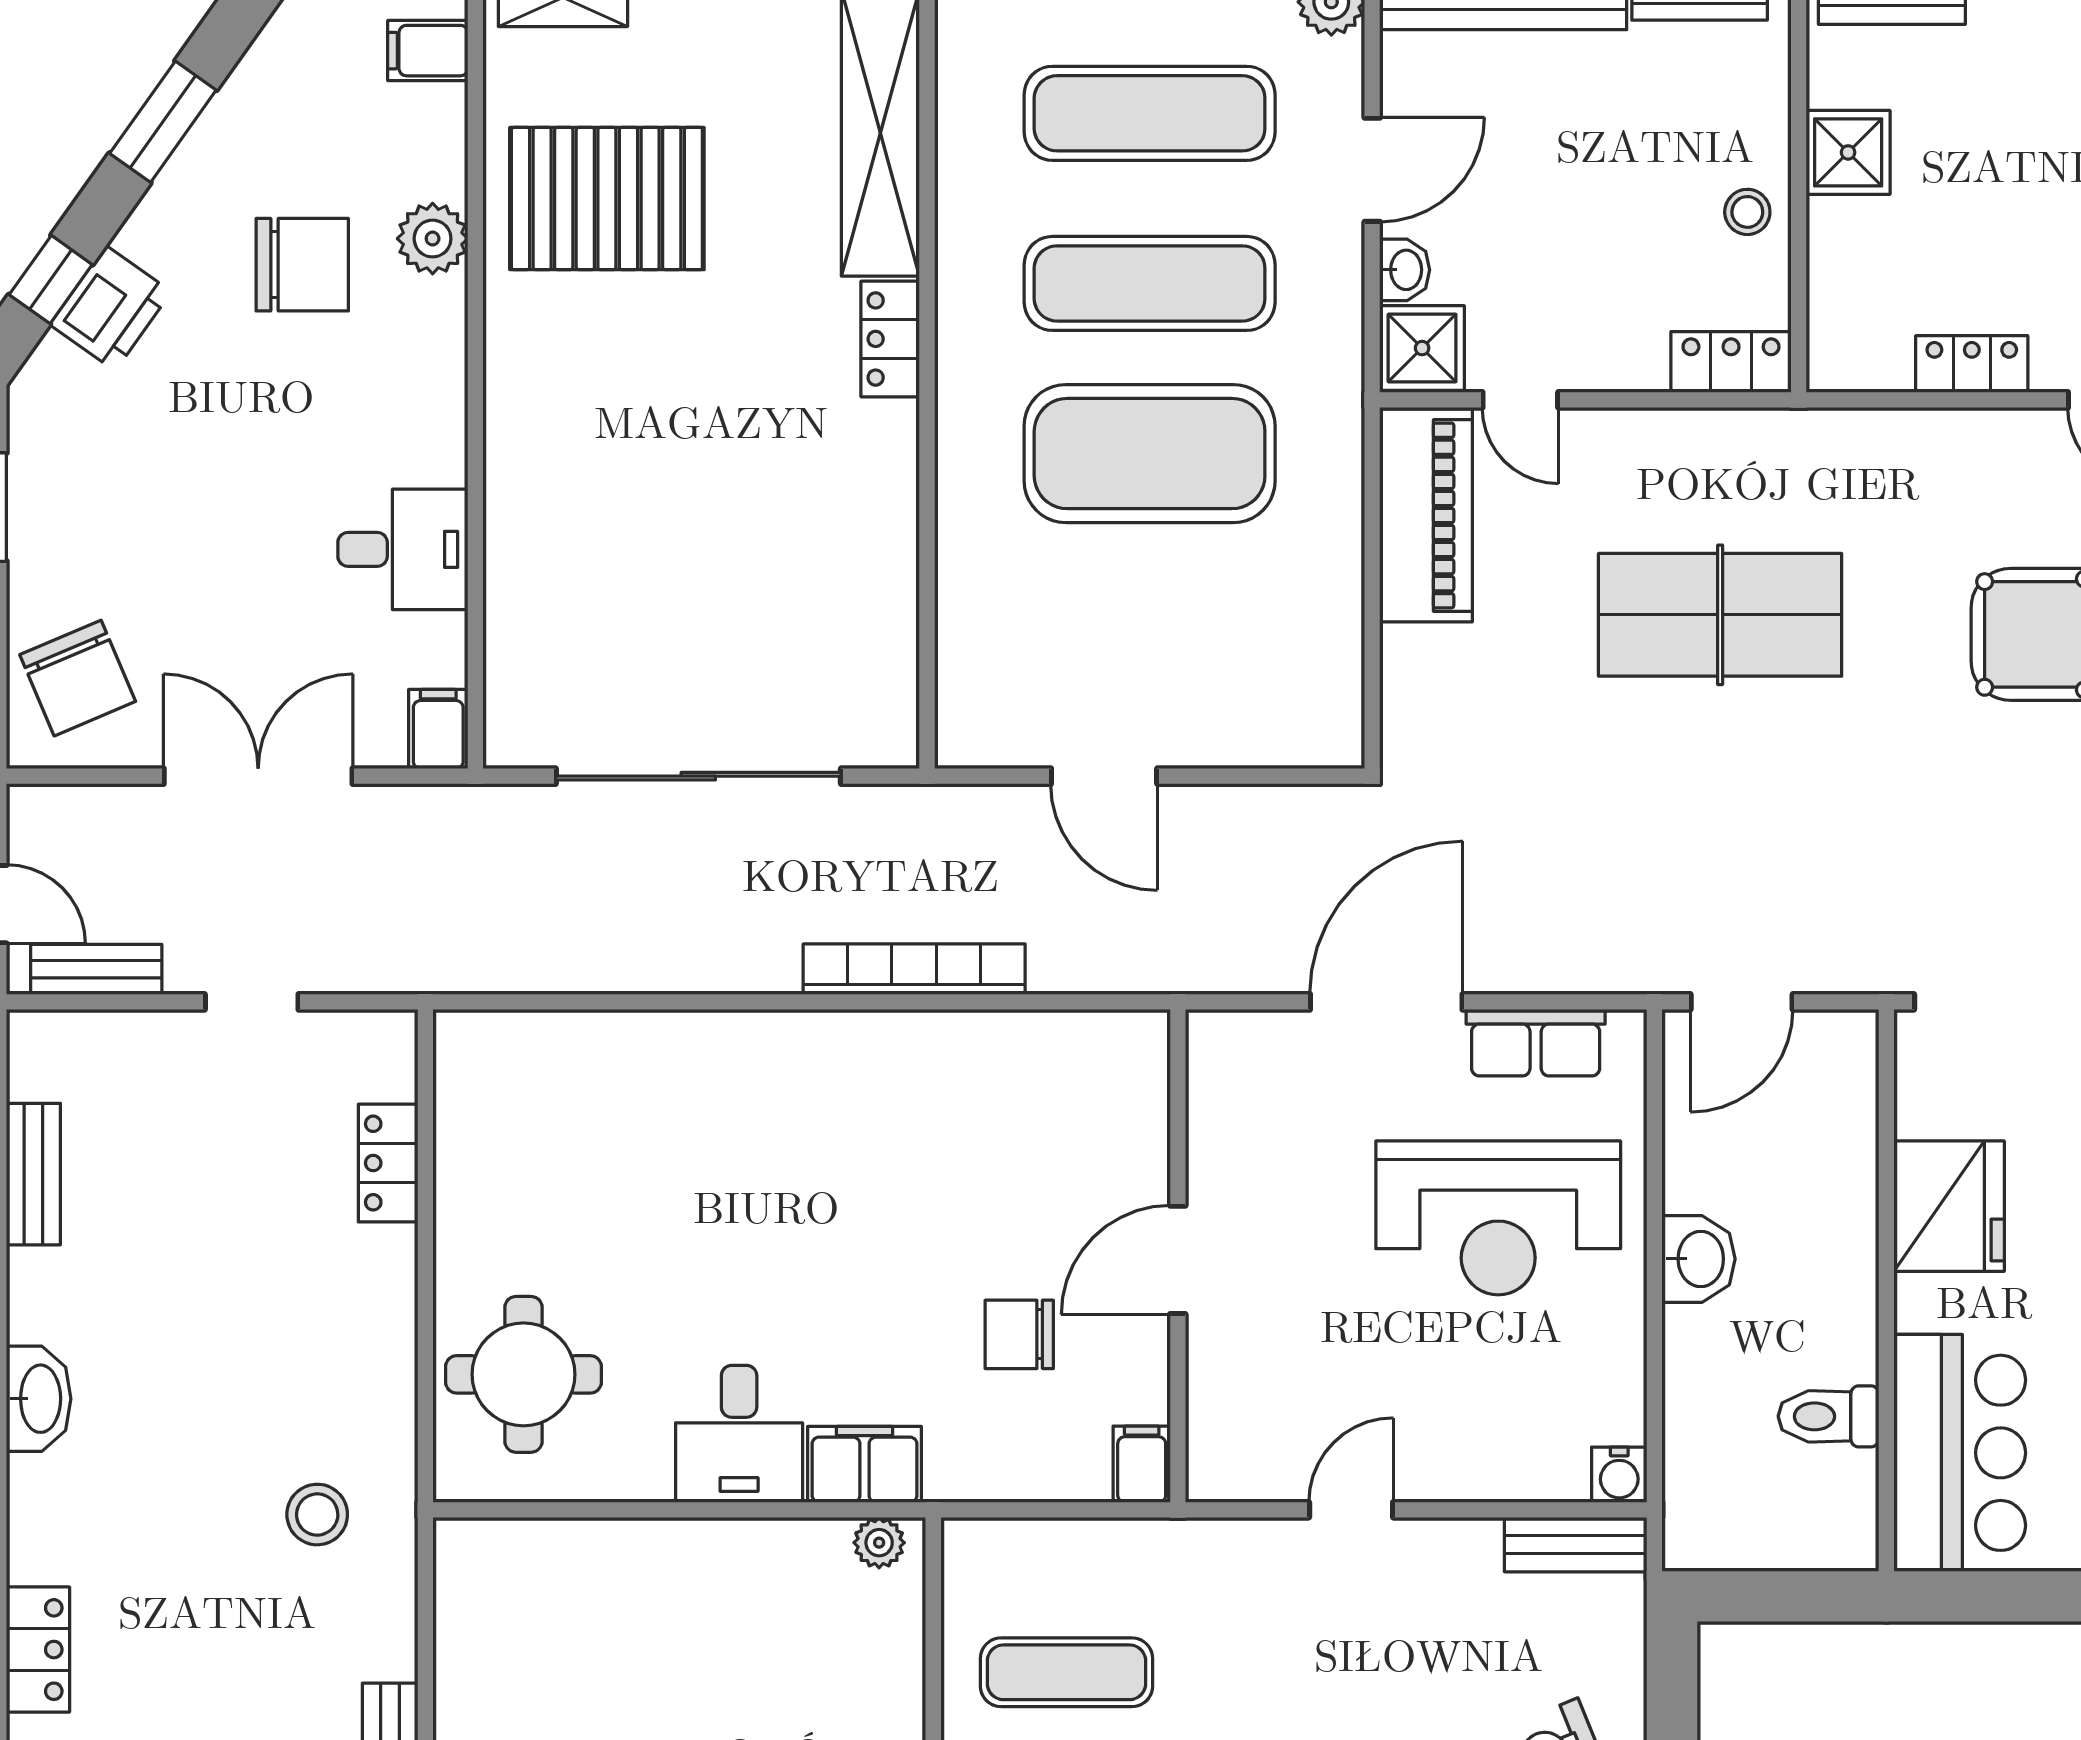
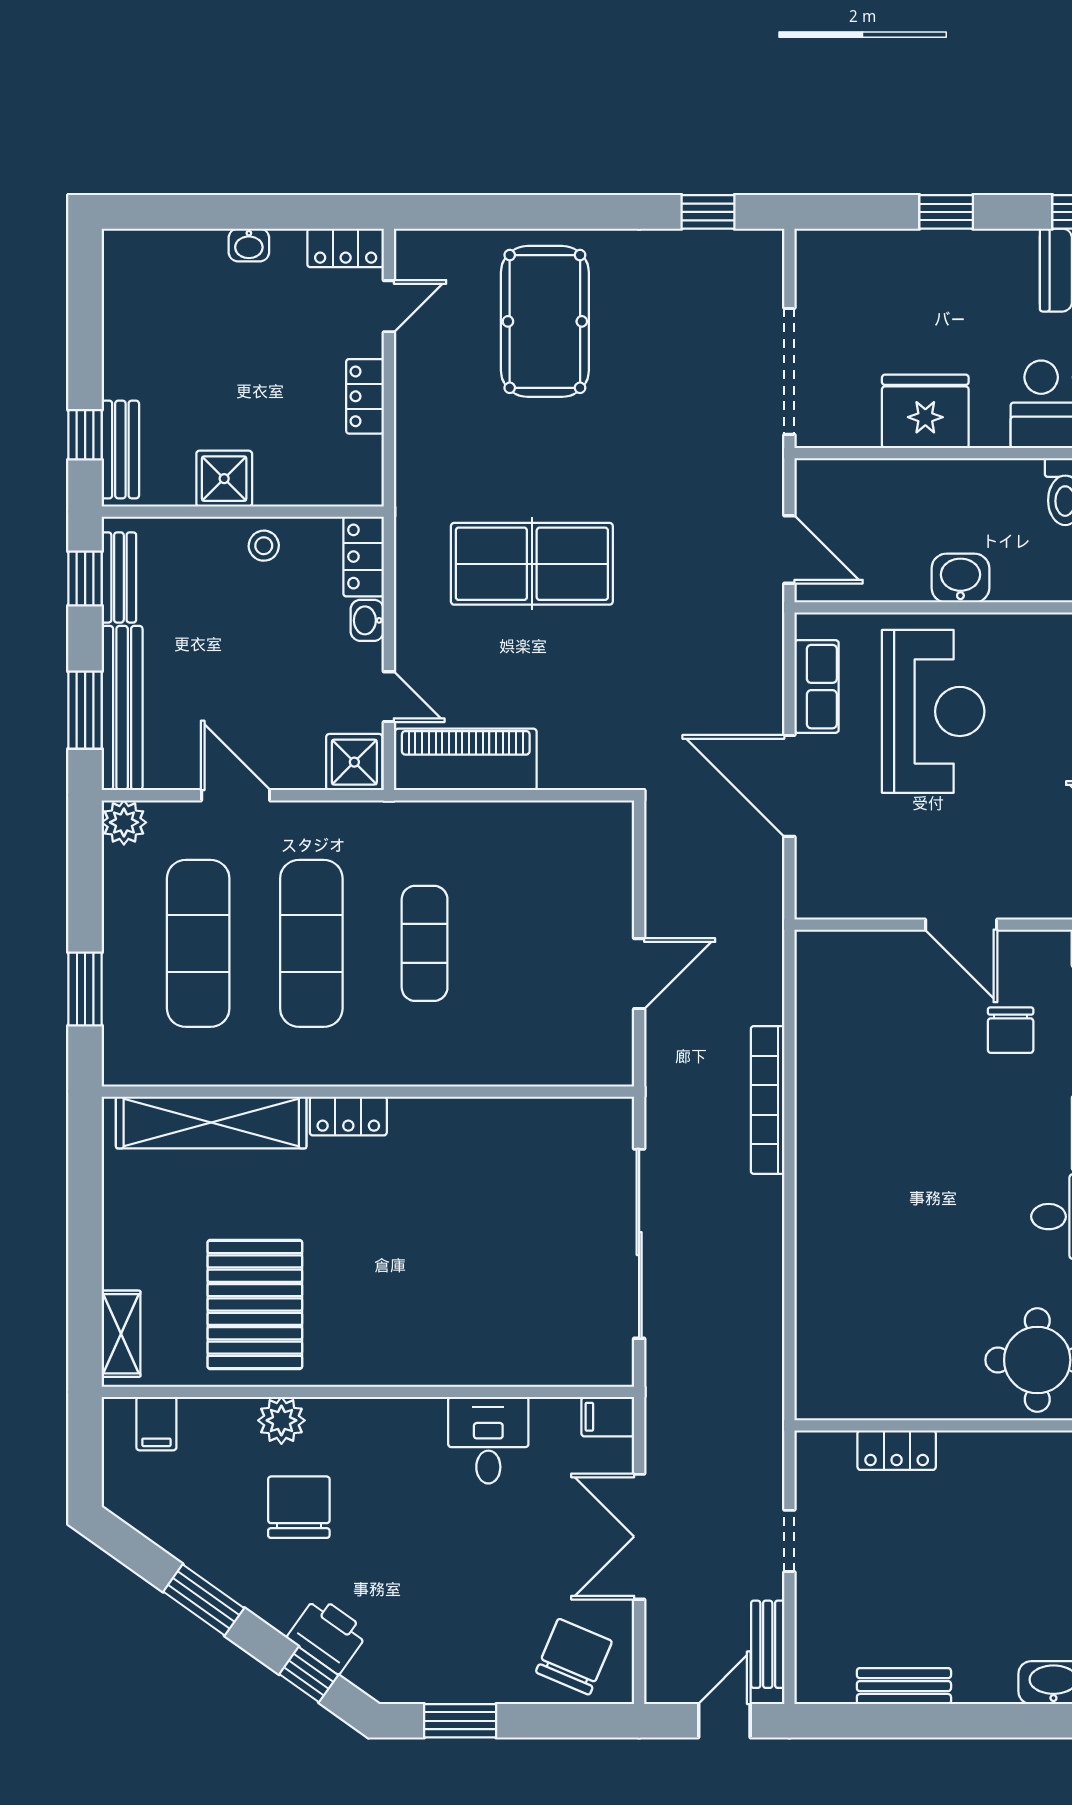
washbasin: (1405, 270) -> (367, 620), moved, turned -90
door: (1520, 400) -> (389, 697), hinge flipped
exercise mat: (1150, 454) -> (425, 943), width x0.50, depth x0.69
table tennis table: (1720, 615) -> (532, 564), turned 90
chair: (78, 678) -> (574, 1657), turned -44

